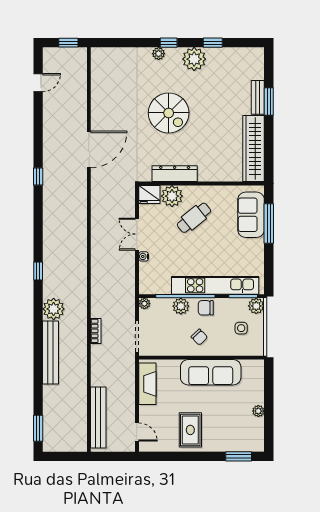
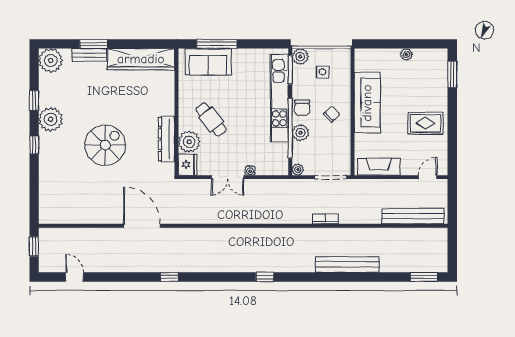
plant: (159, 54) -> (51, 60), moved, width x1.88, depth x1.88
plant: (54, 309) -> (303, 261), removed

